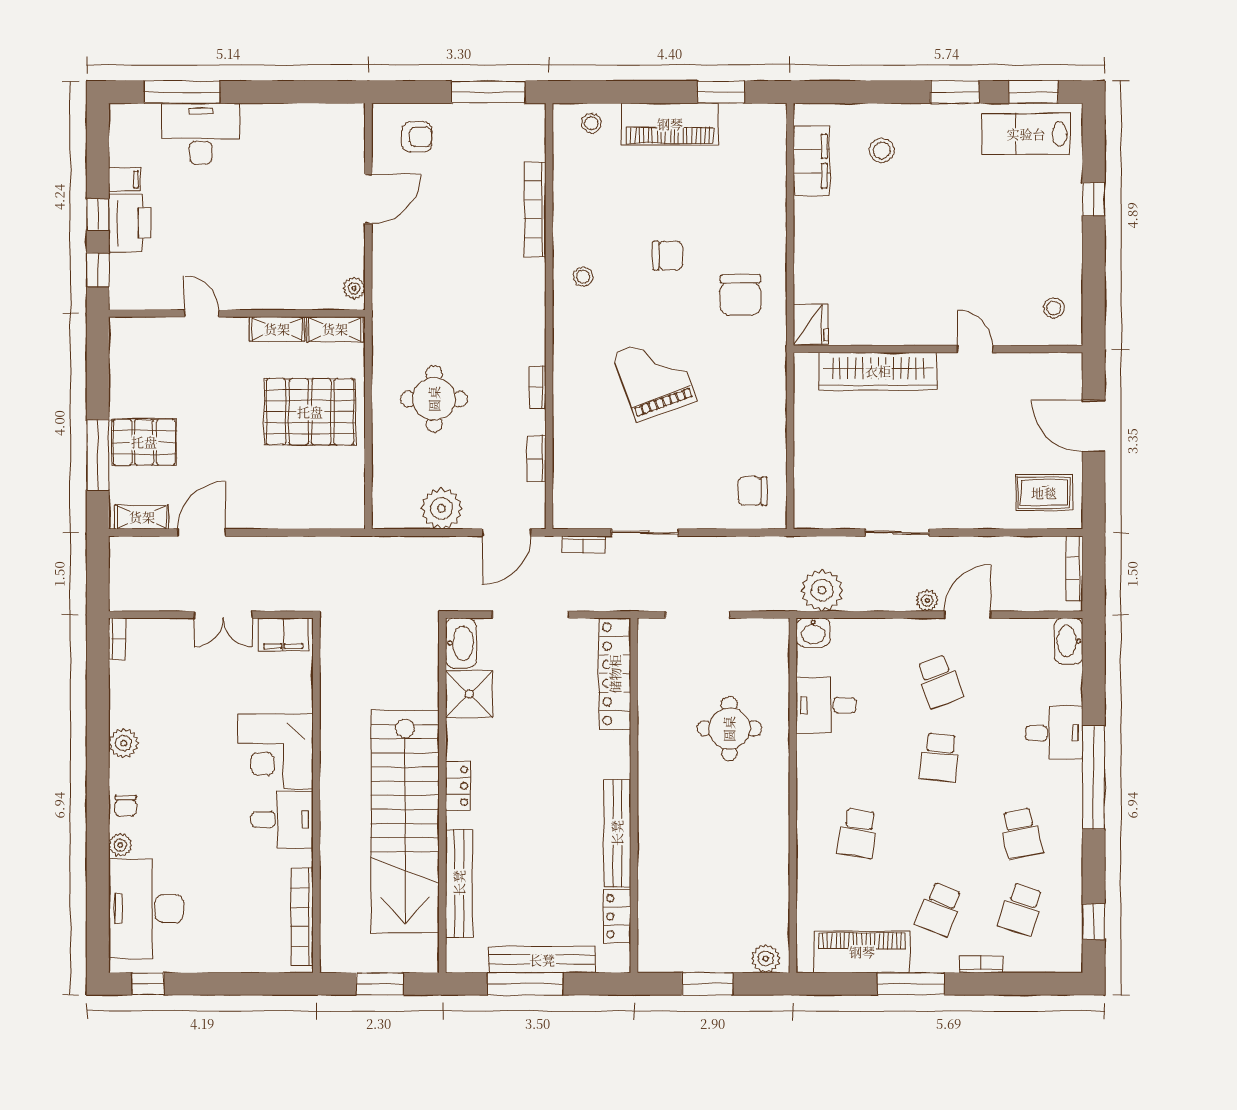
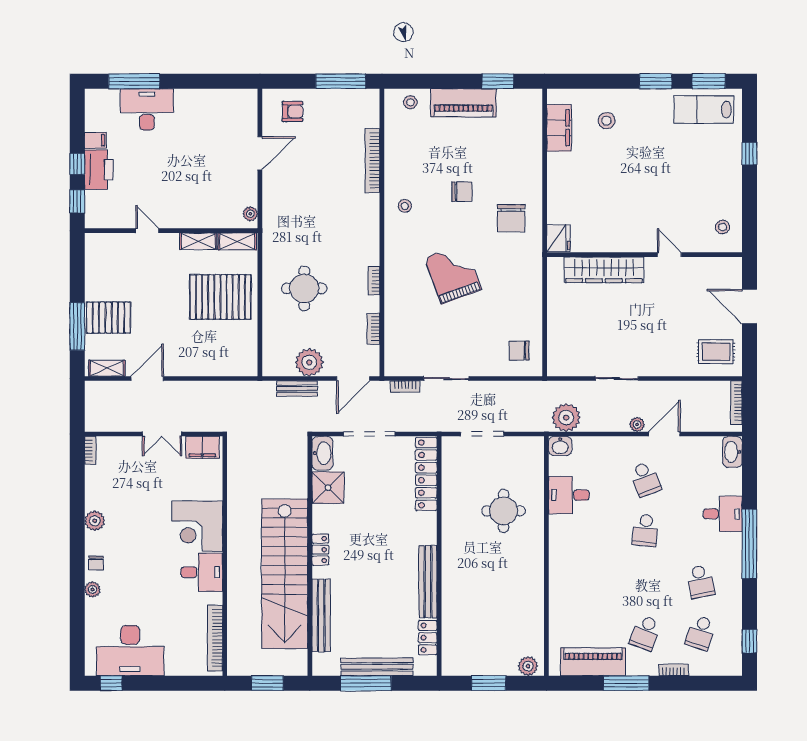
bench: (423, 547) -> (297, 388), added
school desk: (858, 833) -> (590, 582), removed
desk: (146, 909) -> (130, 651), moved, turned -90

